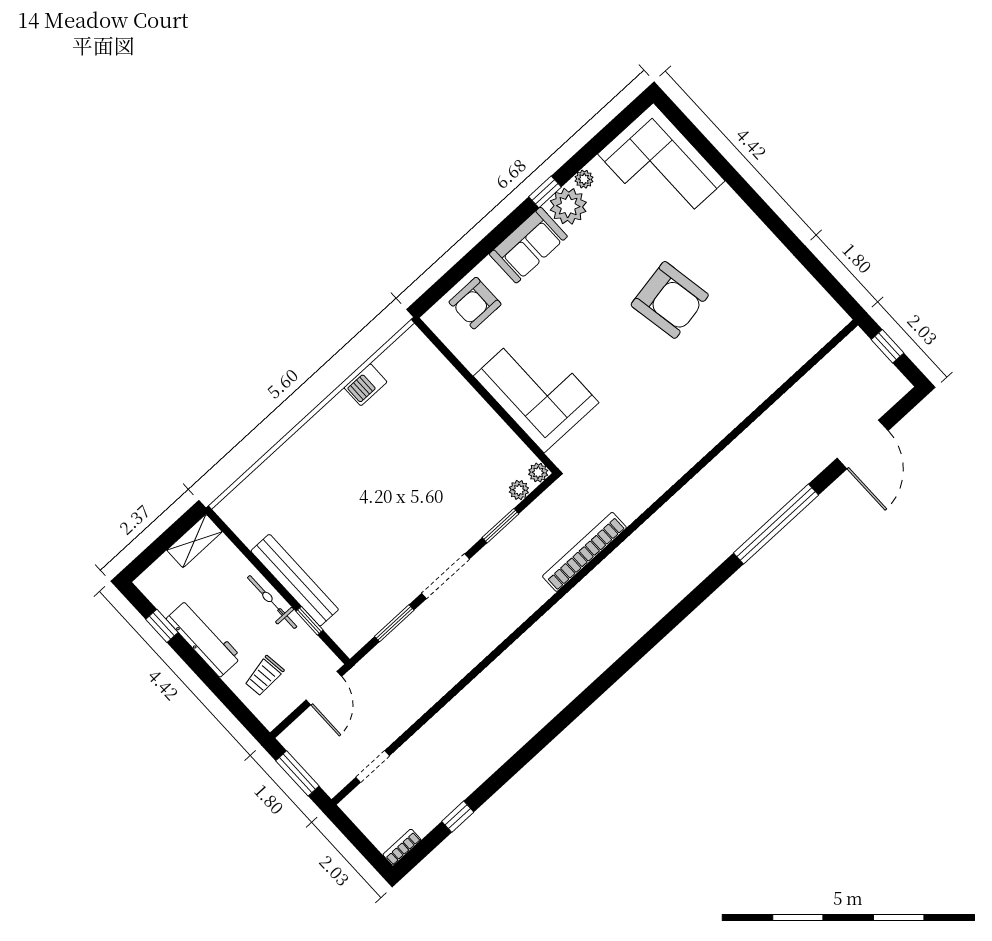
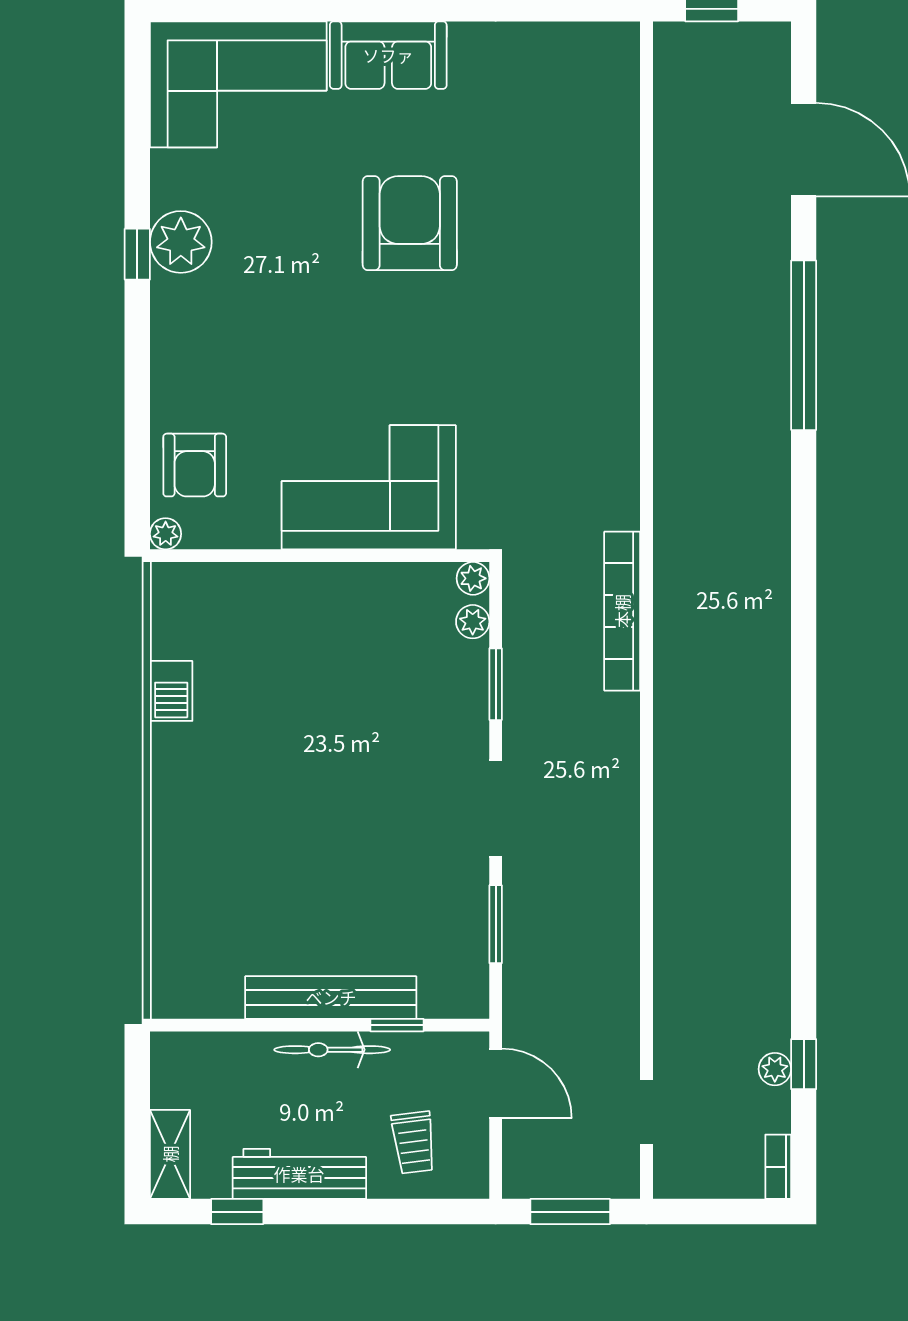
plant: (584, 179) -> (166, 534), moved
sofa: (528, 245) -> (388, 55), moved, turned 90
armchair: (670, 300) -> (410, 223), turned -80
shelving: (194, 541) -> (170, 1154), moved
plant: (444, 806) -> (775, 1069), added

